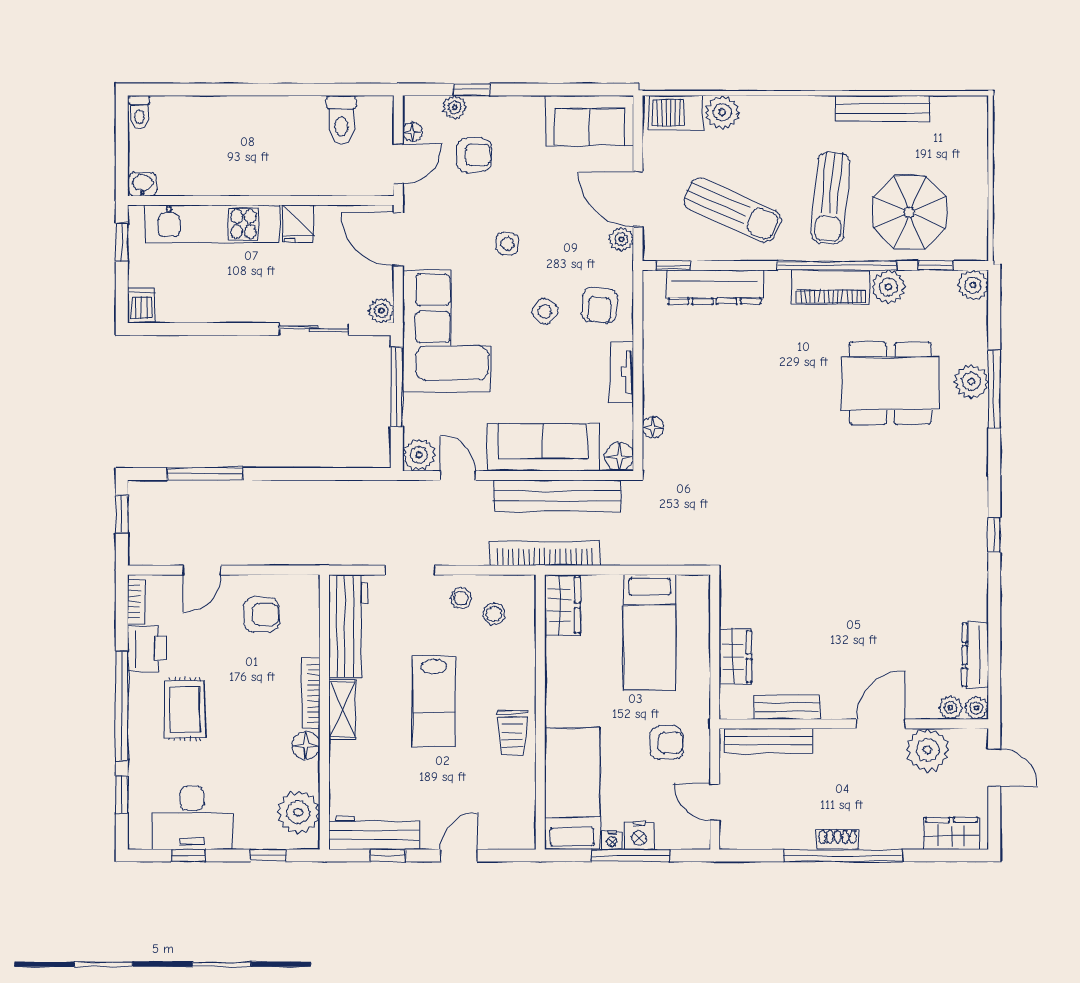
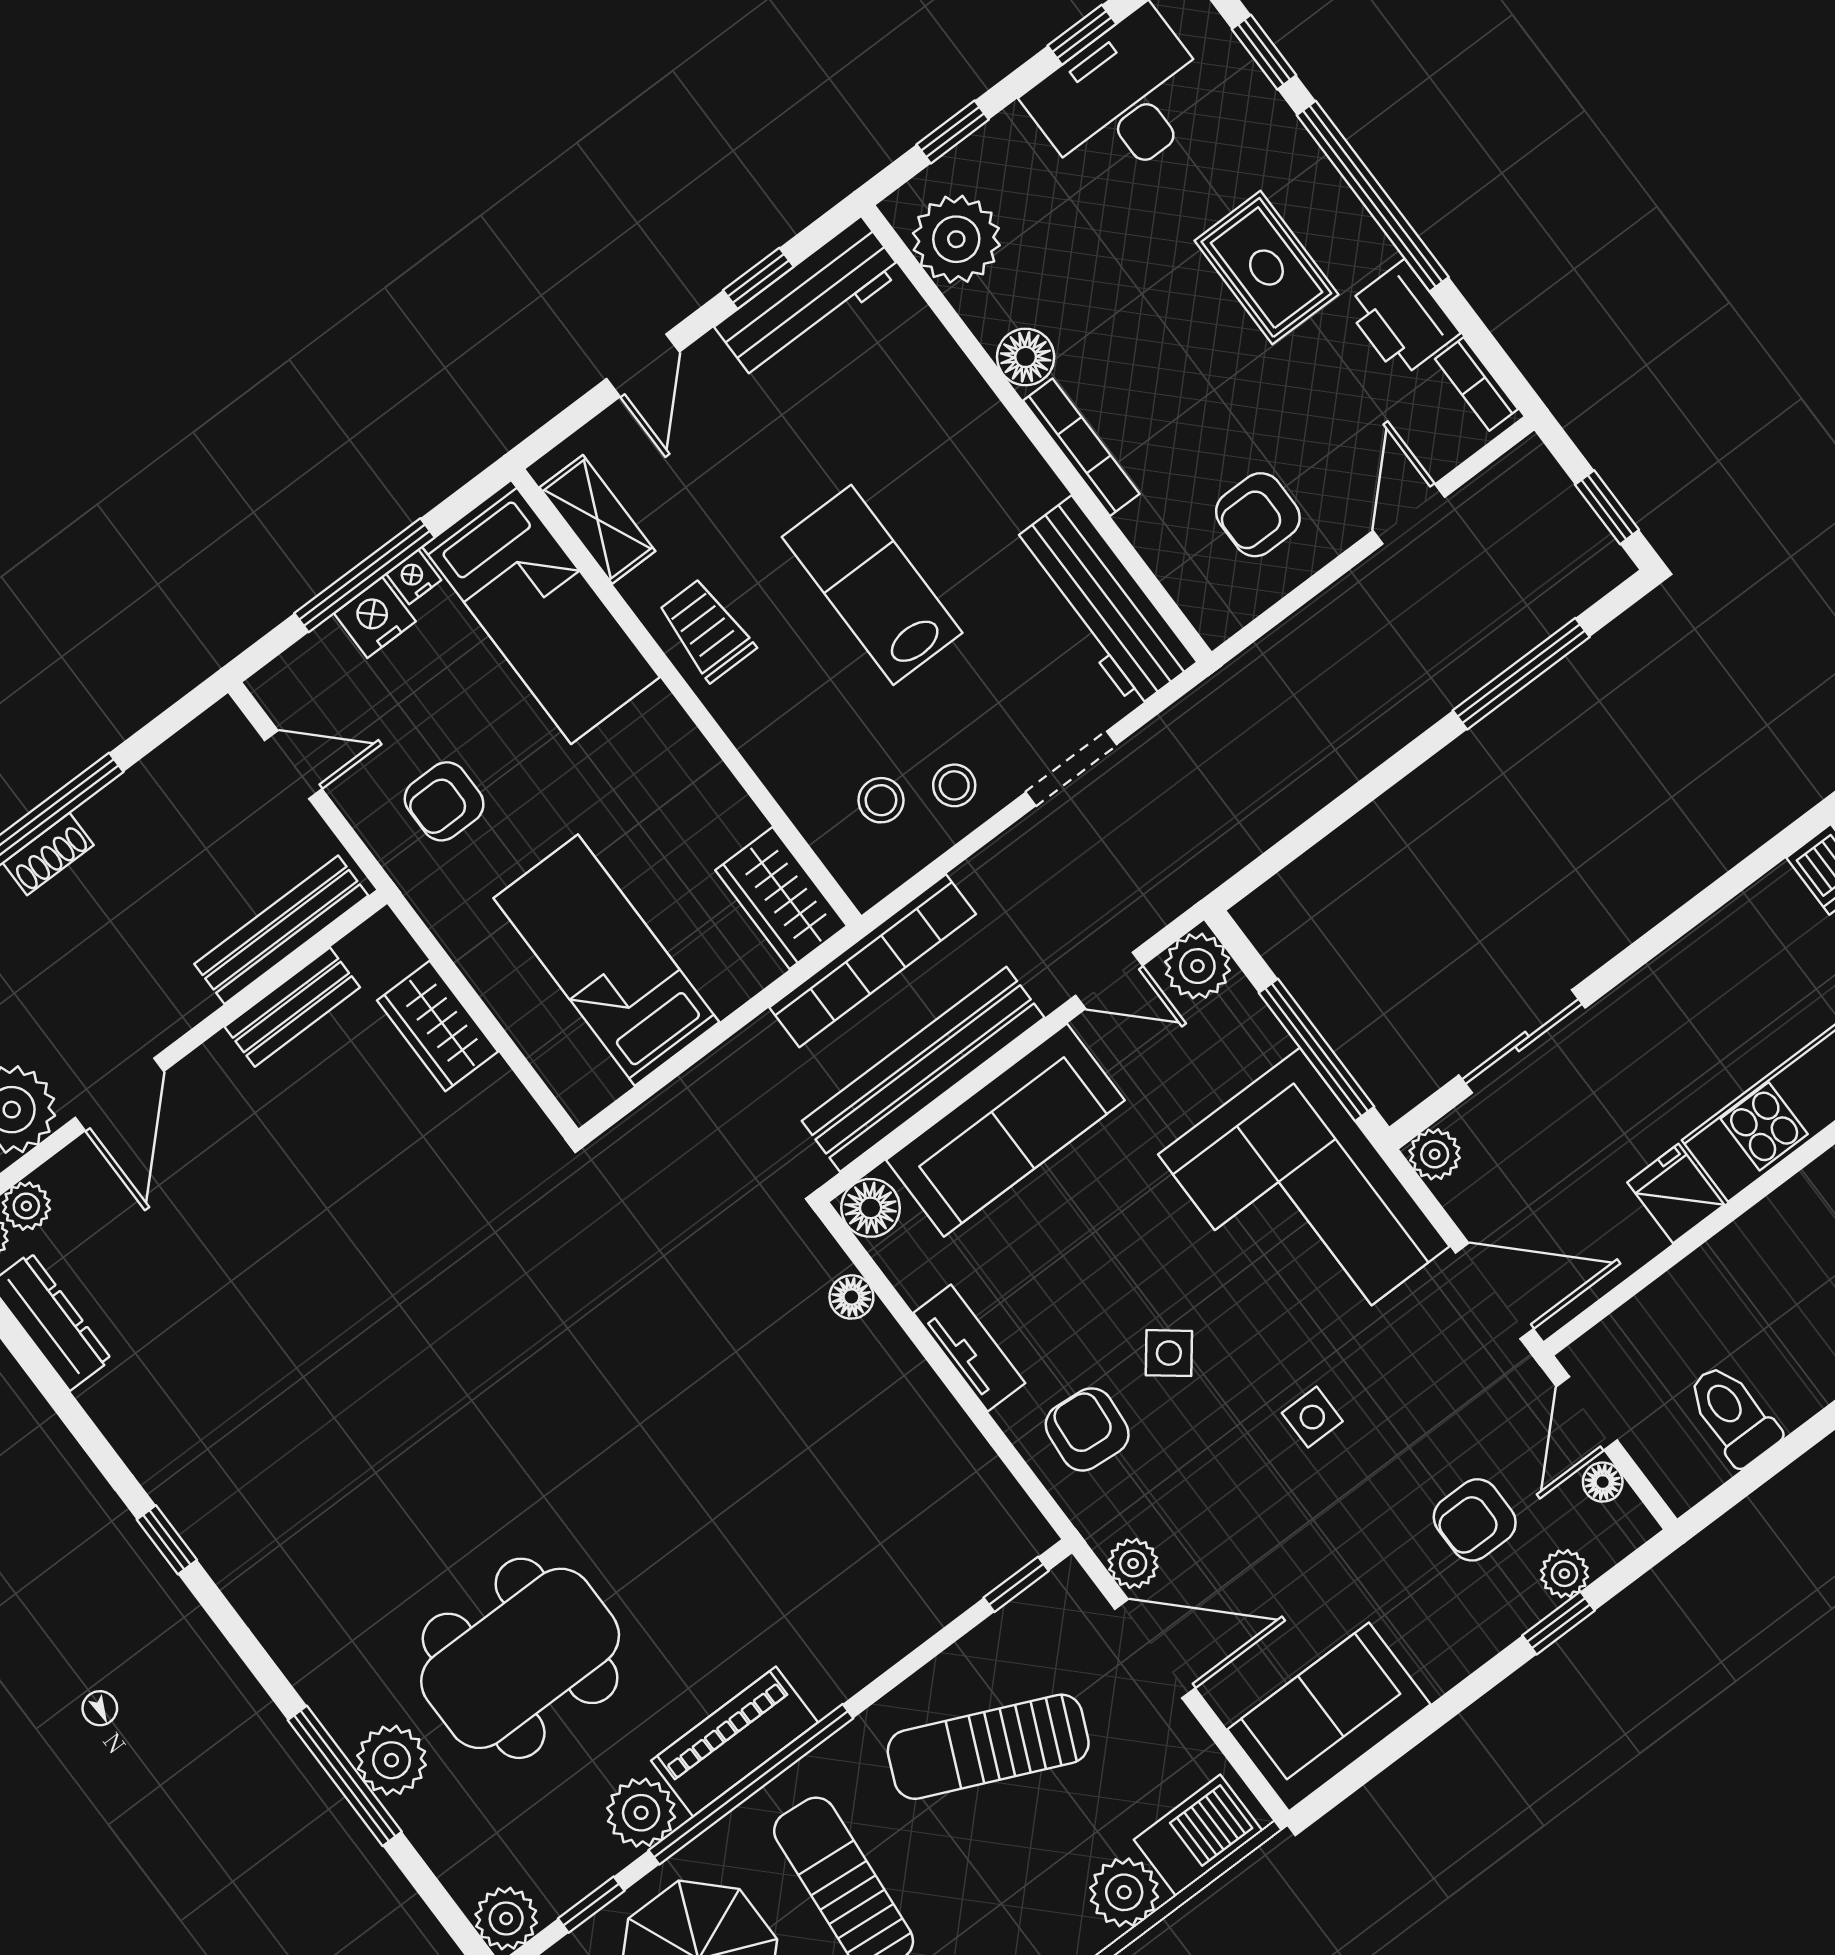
dresser: (715, 287) -> (923, 1600), removed
shelving: (342, 709) -> (597, 519), moved

